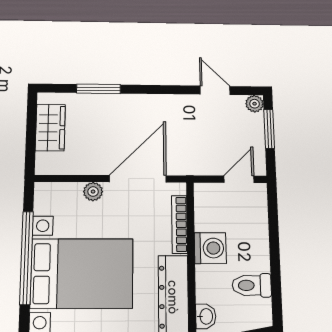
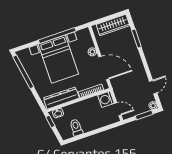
wardrobe: (50, 128) -> (113, 25), width x1.50
washing machine: (210, 248) -> (106, 99), moved, turned 90

